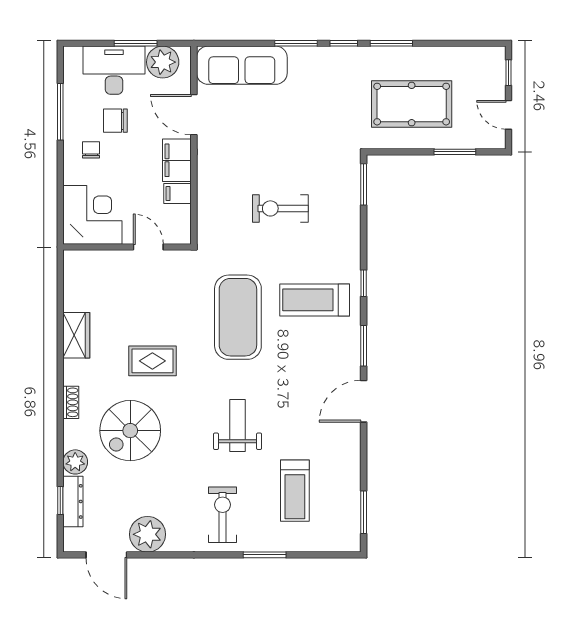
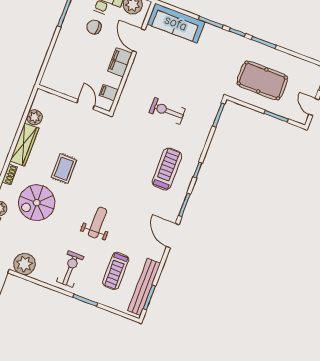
chair: (91, 150) -> (74, 38), removed
filing cabinet: (178, 194) -> (109, 93), moved
corner desk: (92, 215) -> (61, 75), removed
plant: (76, 298) -> (34, 117), added
treadmill: (315, 300) -> (167, 169), turned 90
exercise mat: (238, 317) -> (121, 162), removed
wardrobe: (76, 335) -> (24, 145), width x1.50
rug: (152, 361) -> (64, 169), turned 90
door: (364, 401) -> (173, 236), hinge flipped
bench: (349, 499) -> (144, 287), added

